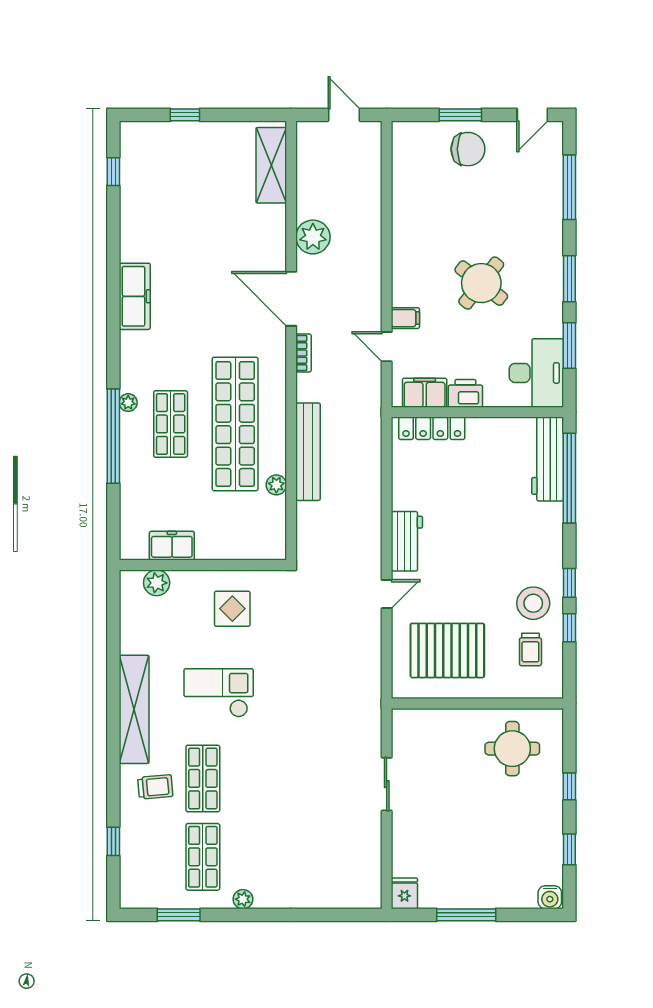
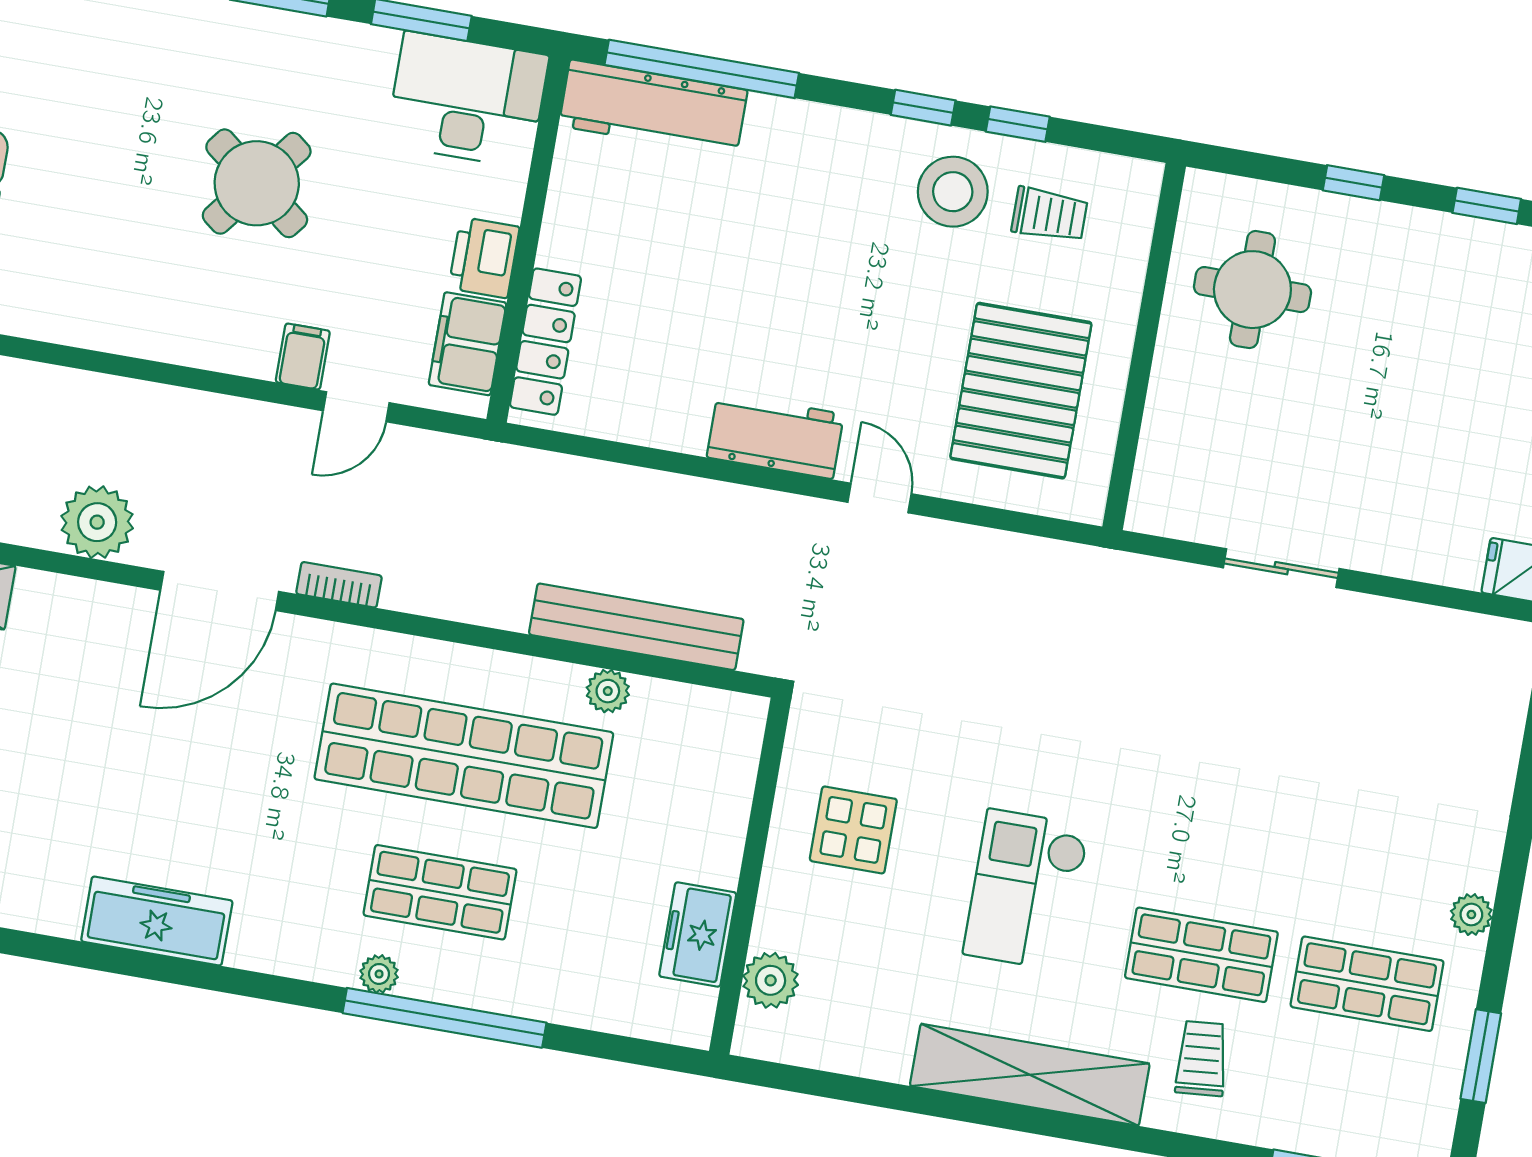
bench: (308, 452) -> (636, 627), moved

